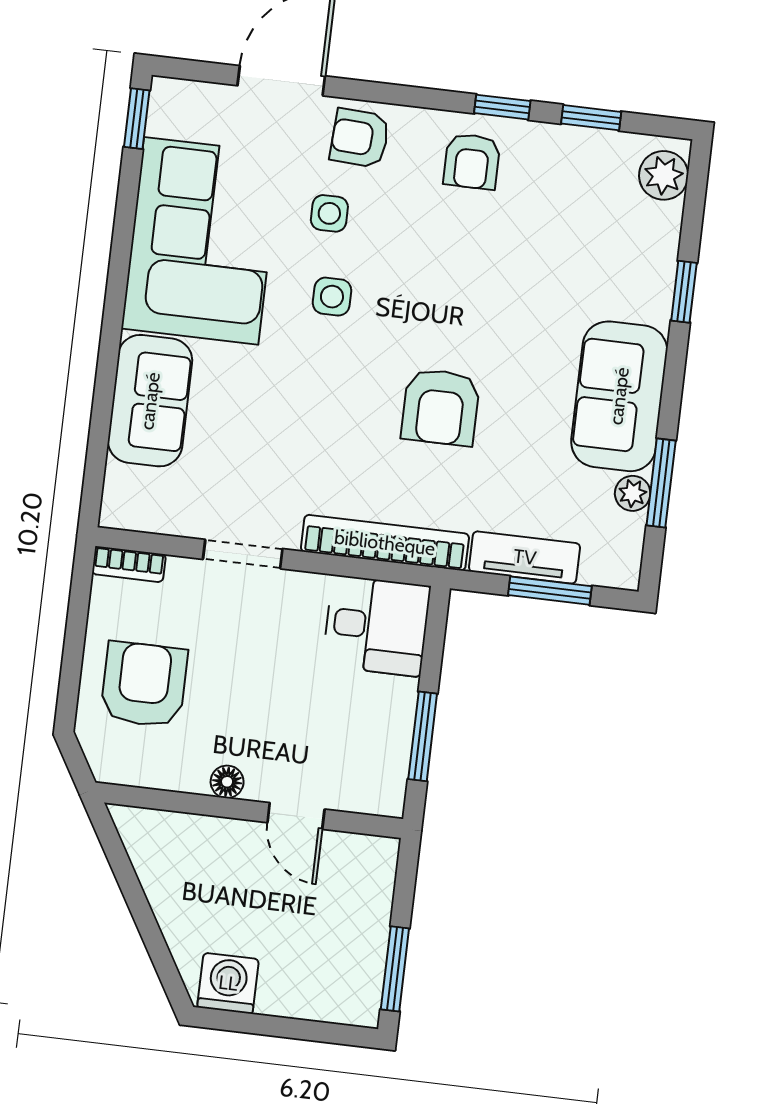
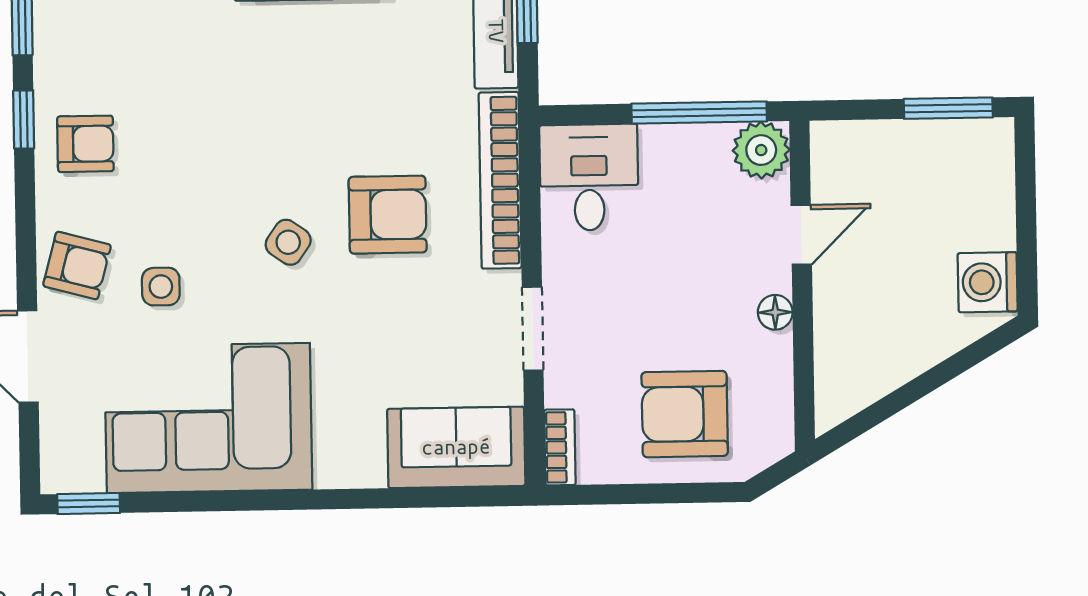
armchair: (360, 138) -> (77, 265), turned -78
side table: (332, 297) -> (288, 242), moved, turned 35
sofa: (150, 401) -> (456, 447), moved
armchair: (441, 407) -> (388, 215), moved
window: (423, 736) -> (699, 113), width x1.44
plant: (380, 789) -> (761, 150), added

